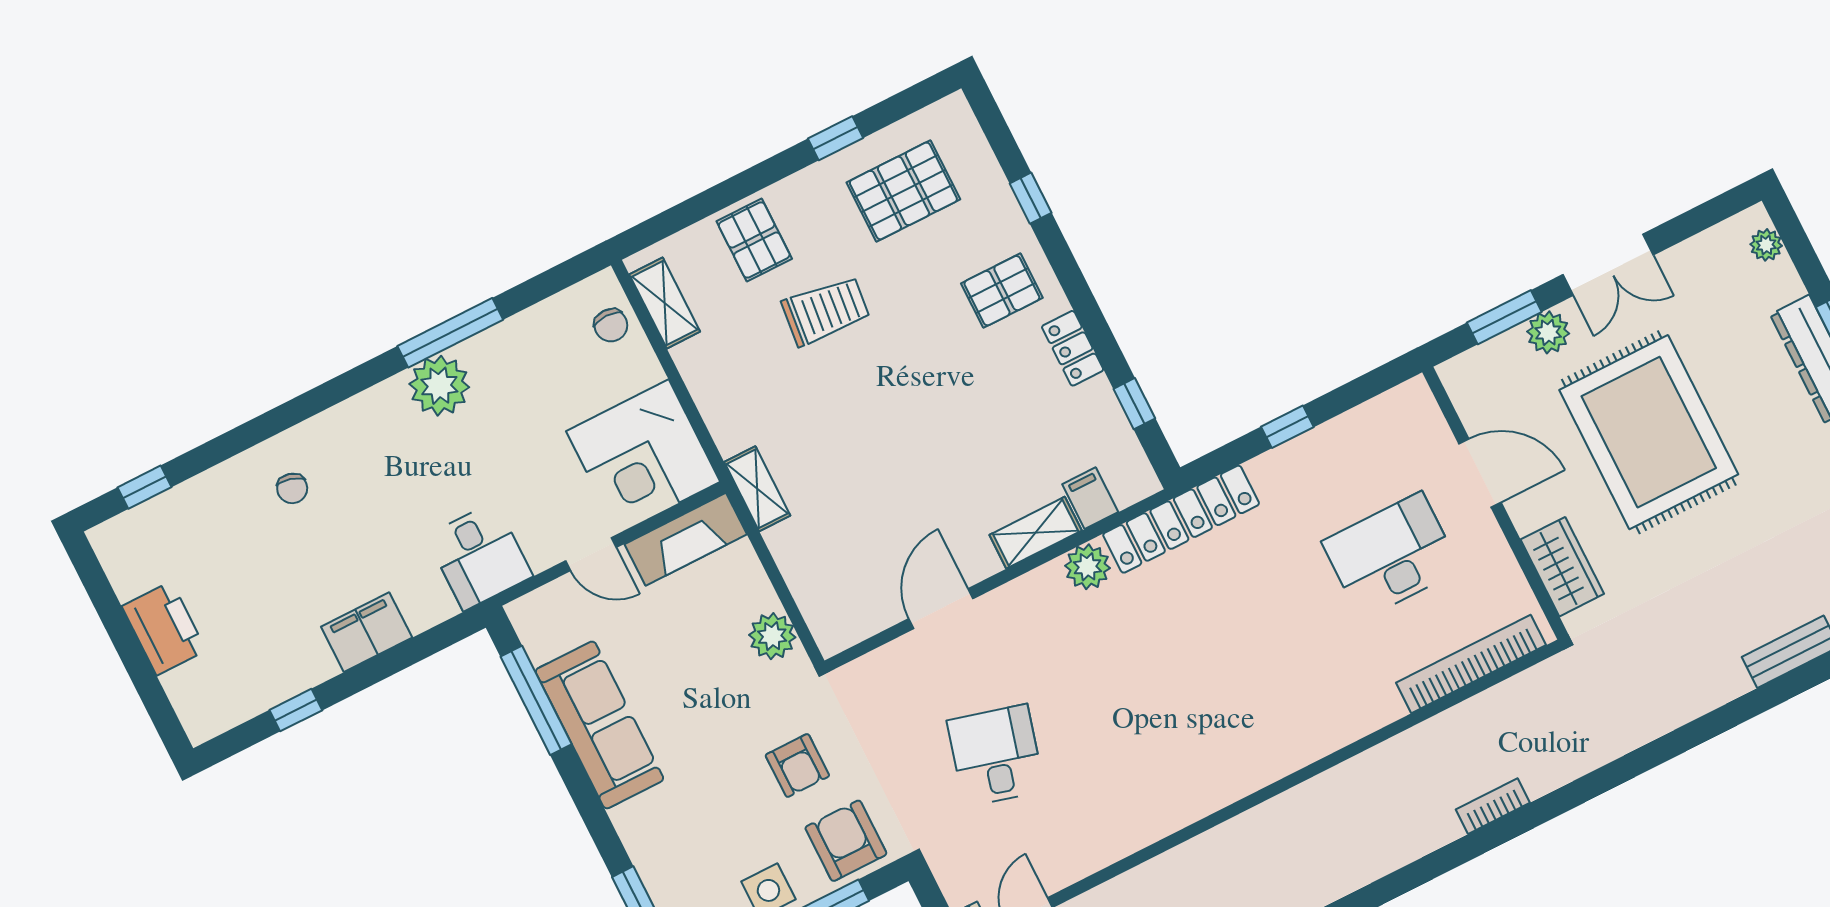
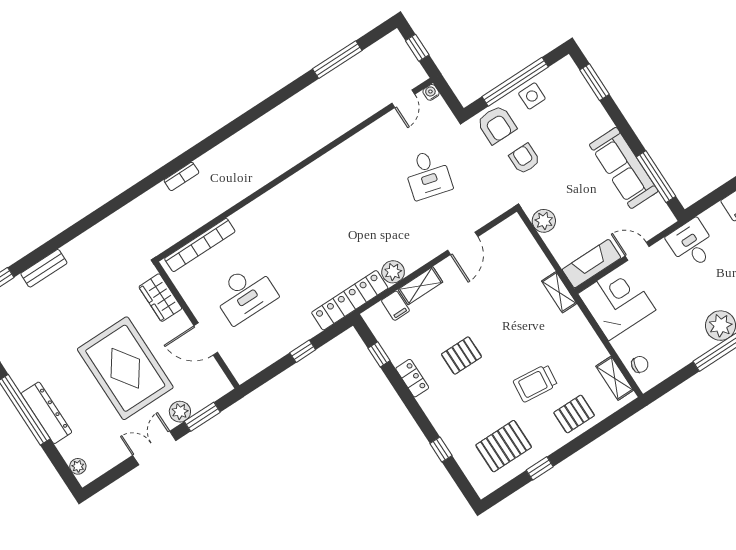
pallet: (754, 240) -> (574, 414), turned 90
pallet: (1002, 291) -> (461, 355), moved
chair: (611, 325) -> (640, 364), turned 101

